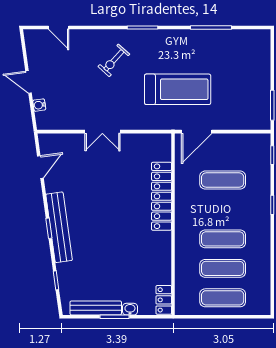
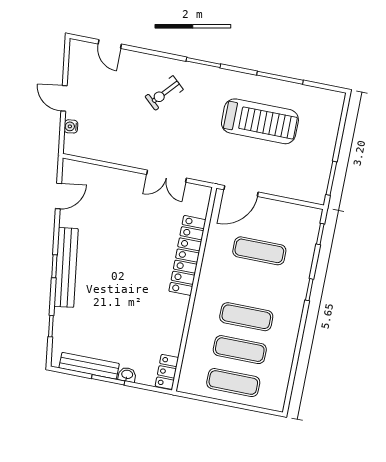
treadmill: (178, 89) -> (260, 121), moved
double door: (102, 132) -> (167, 176), moved

